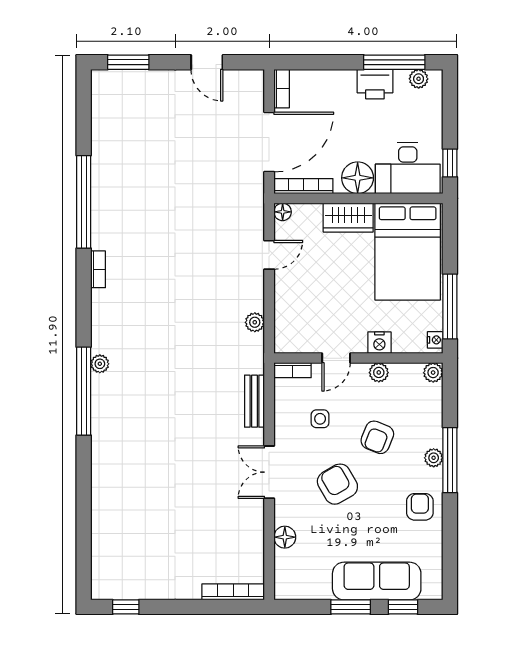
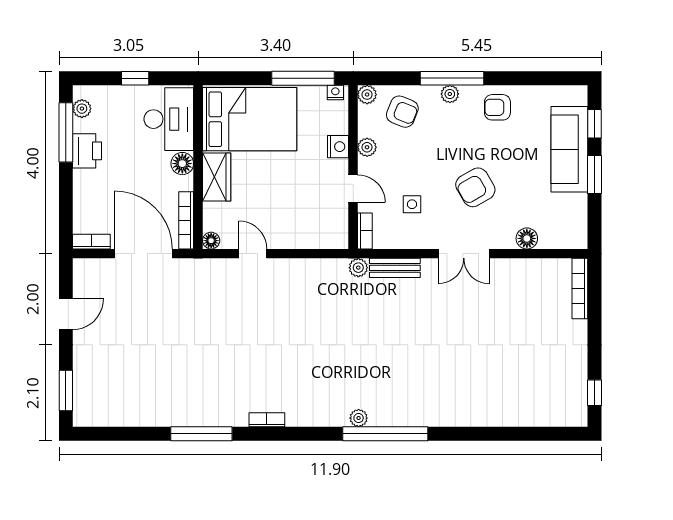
window: (450, 163) -> (135, 78), moved
floor lamp: (358, 178) -> (182, 164), width x0.73, depth x0.73
window: (84, 202) -> (201, 434), width x0.68
plant: (255, 322) -> (358, 268), moved
armchair: (377, 437) -> (402, 112), moved

